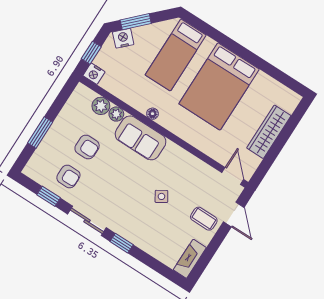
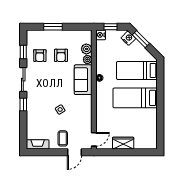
bed: (219, 86) -> (135, 98), width x0.67
wardrobe: (269, 132) -> (123, 143), width x0.67

